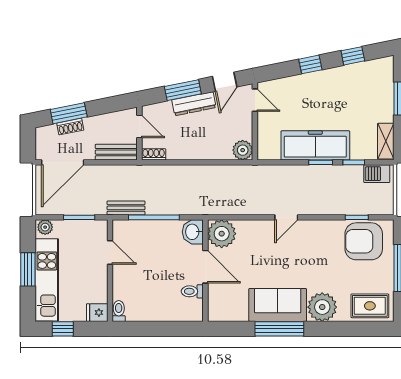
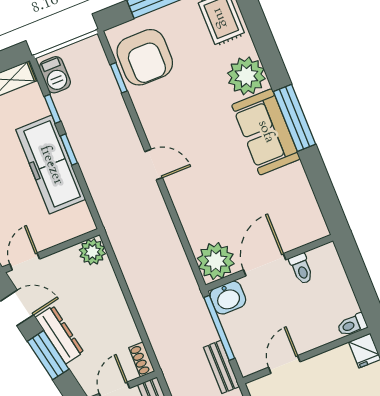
washbasin: (193, 232) -> (228, 298), moved
plant: (222, 234) -> (216, 261), moved
door: (205, 267) -> (265, 265), moved
wall: (205, 271) -> (269, 263), moved
toilet: (192, 291) -> (301, 269), moved

